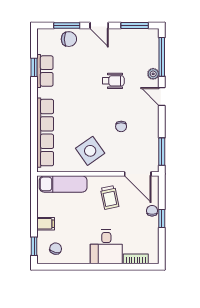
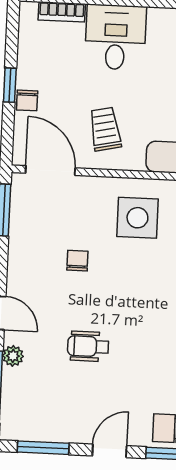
door: (99, 26) -> (109, 451), hinge flipped
side table: (90, 151) -> (137, 218), turned 35

